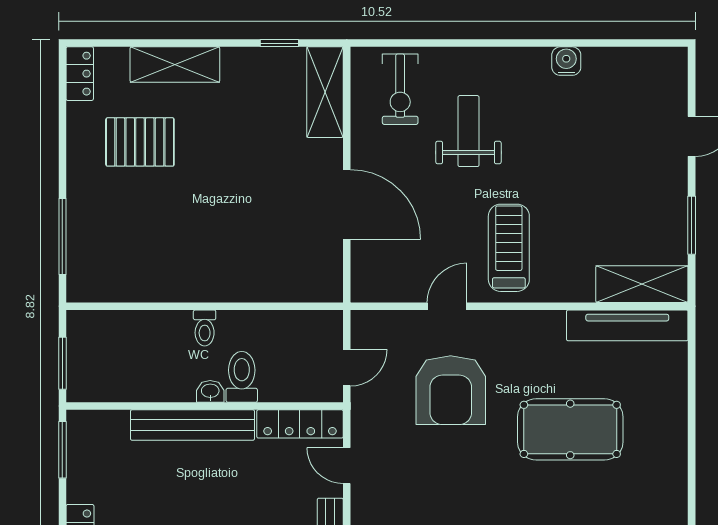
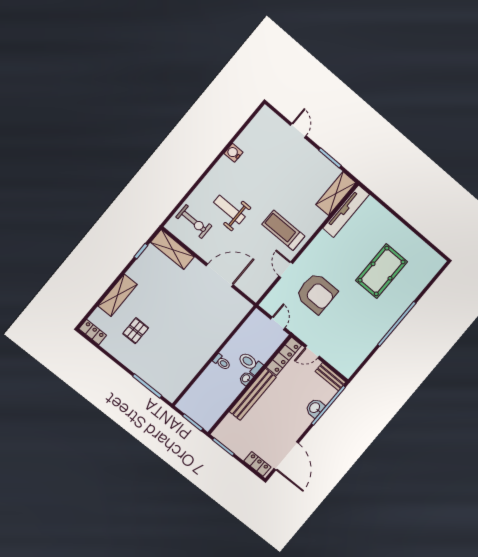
pallet: (140, 142) -> (136, 331), width x0.67, depth x0.71
pool table: (570, 429) -> (382, 271), moved

